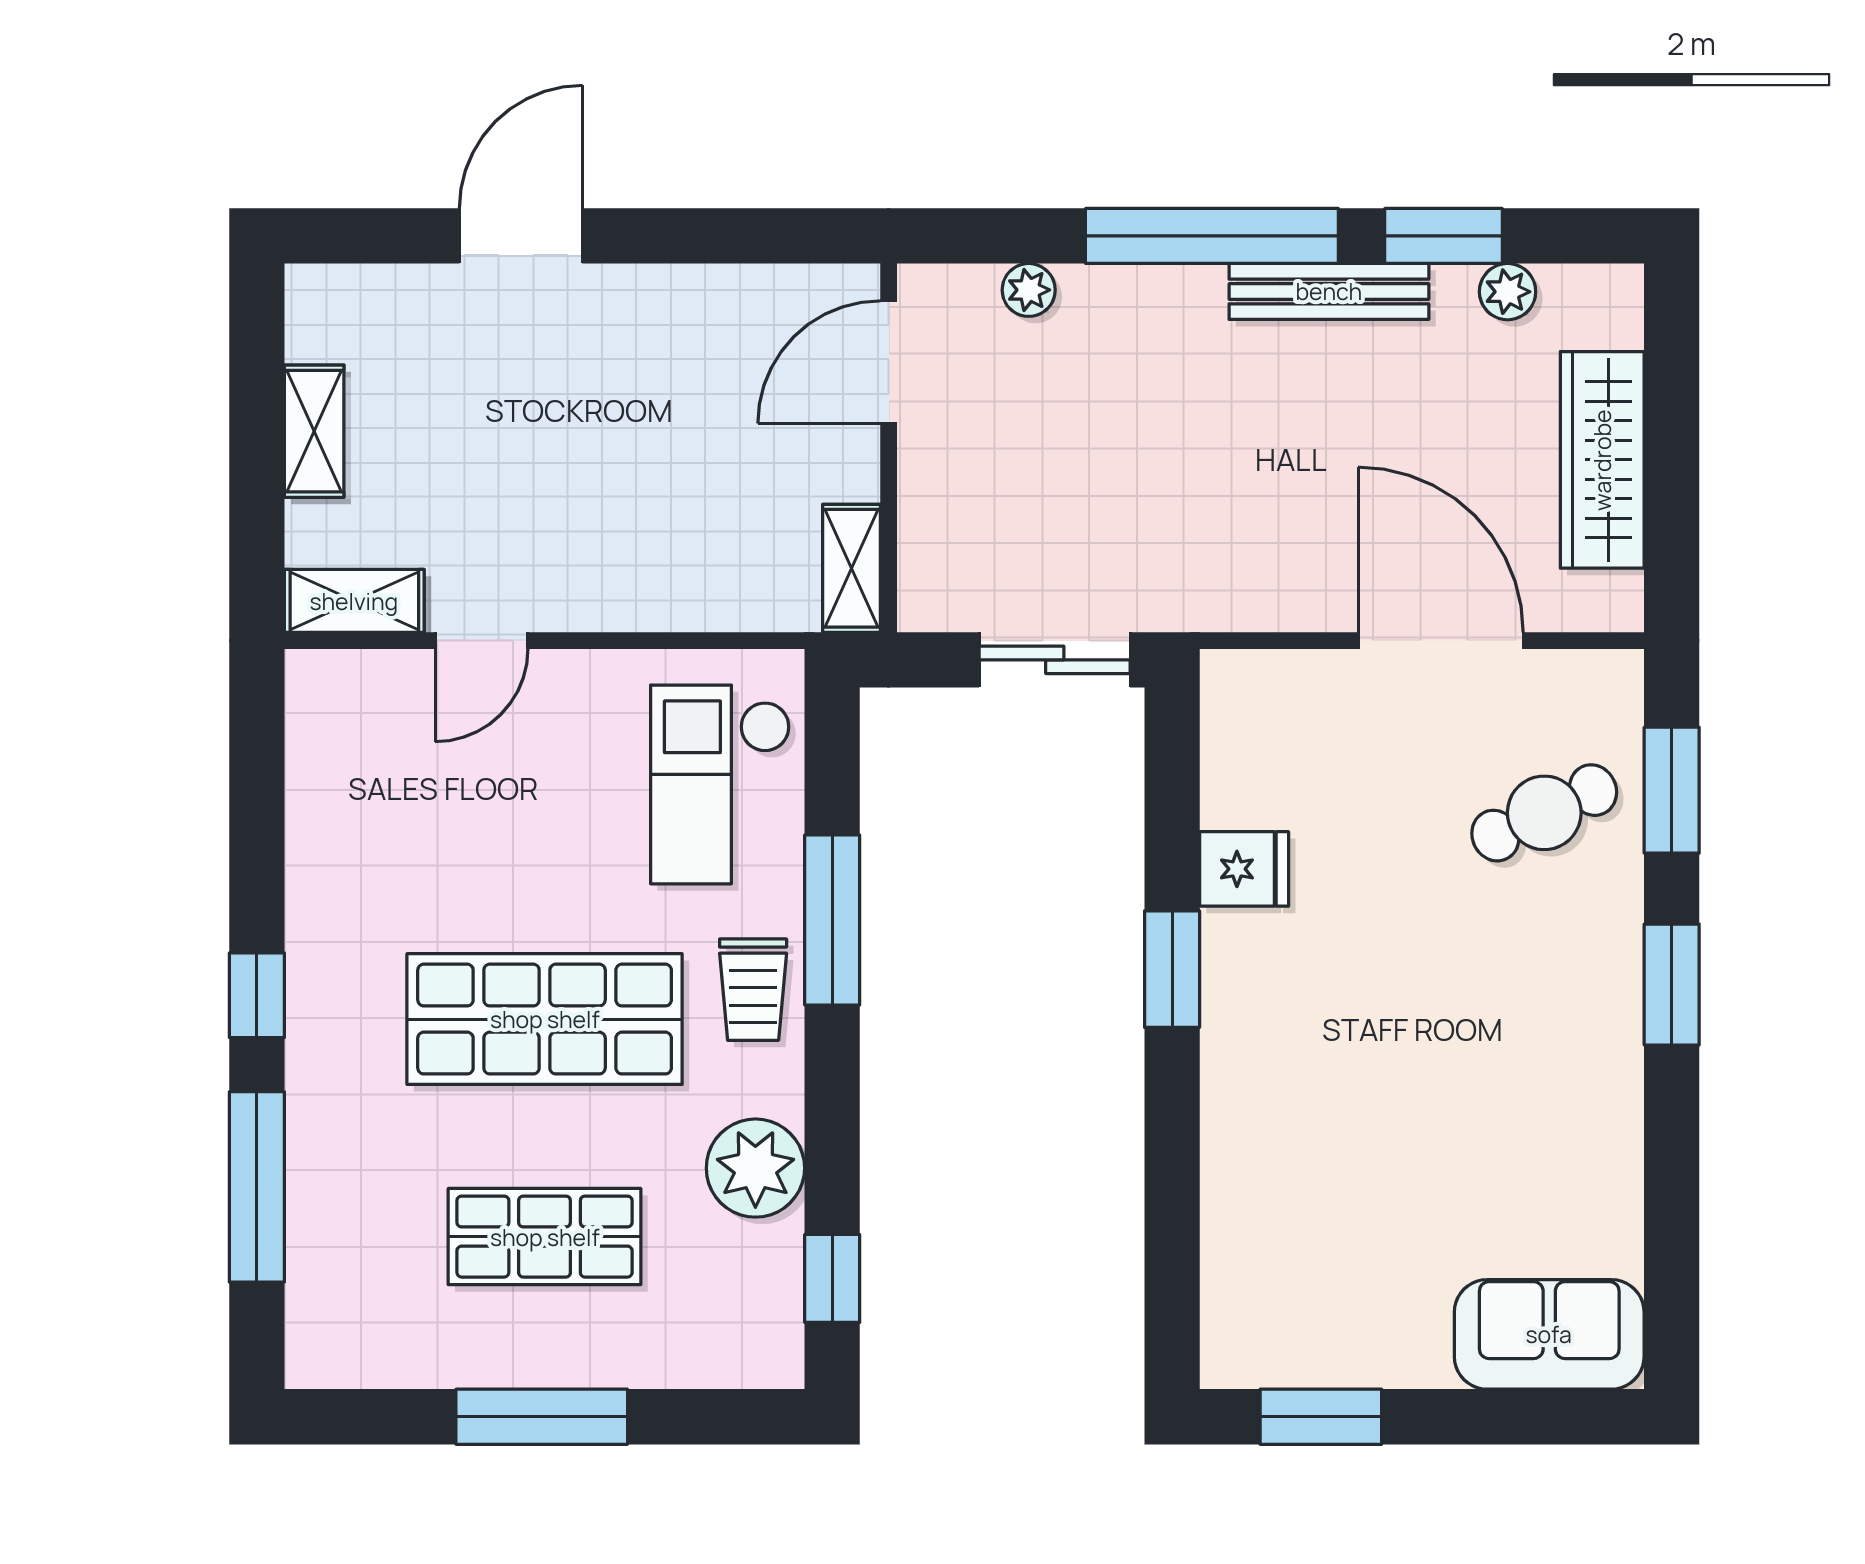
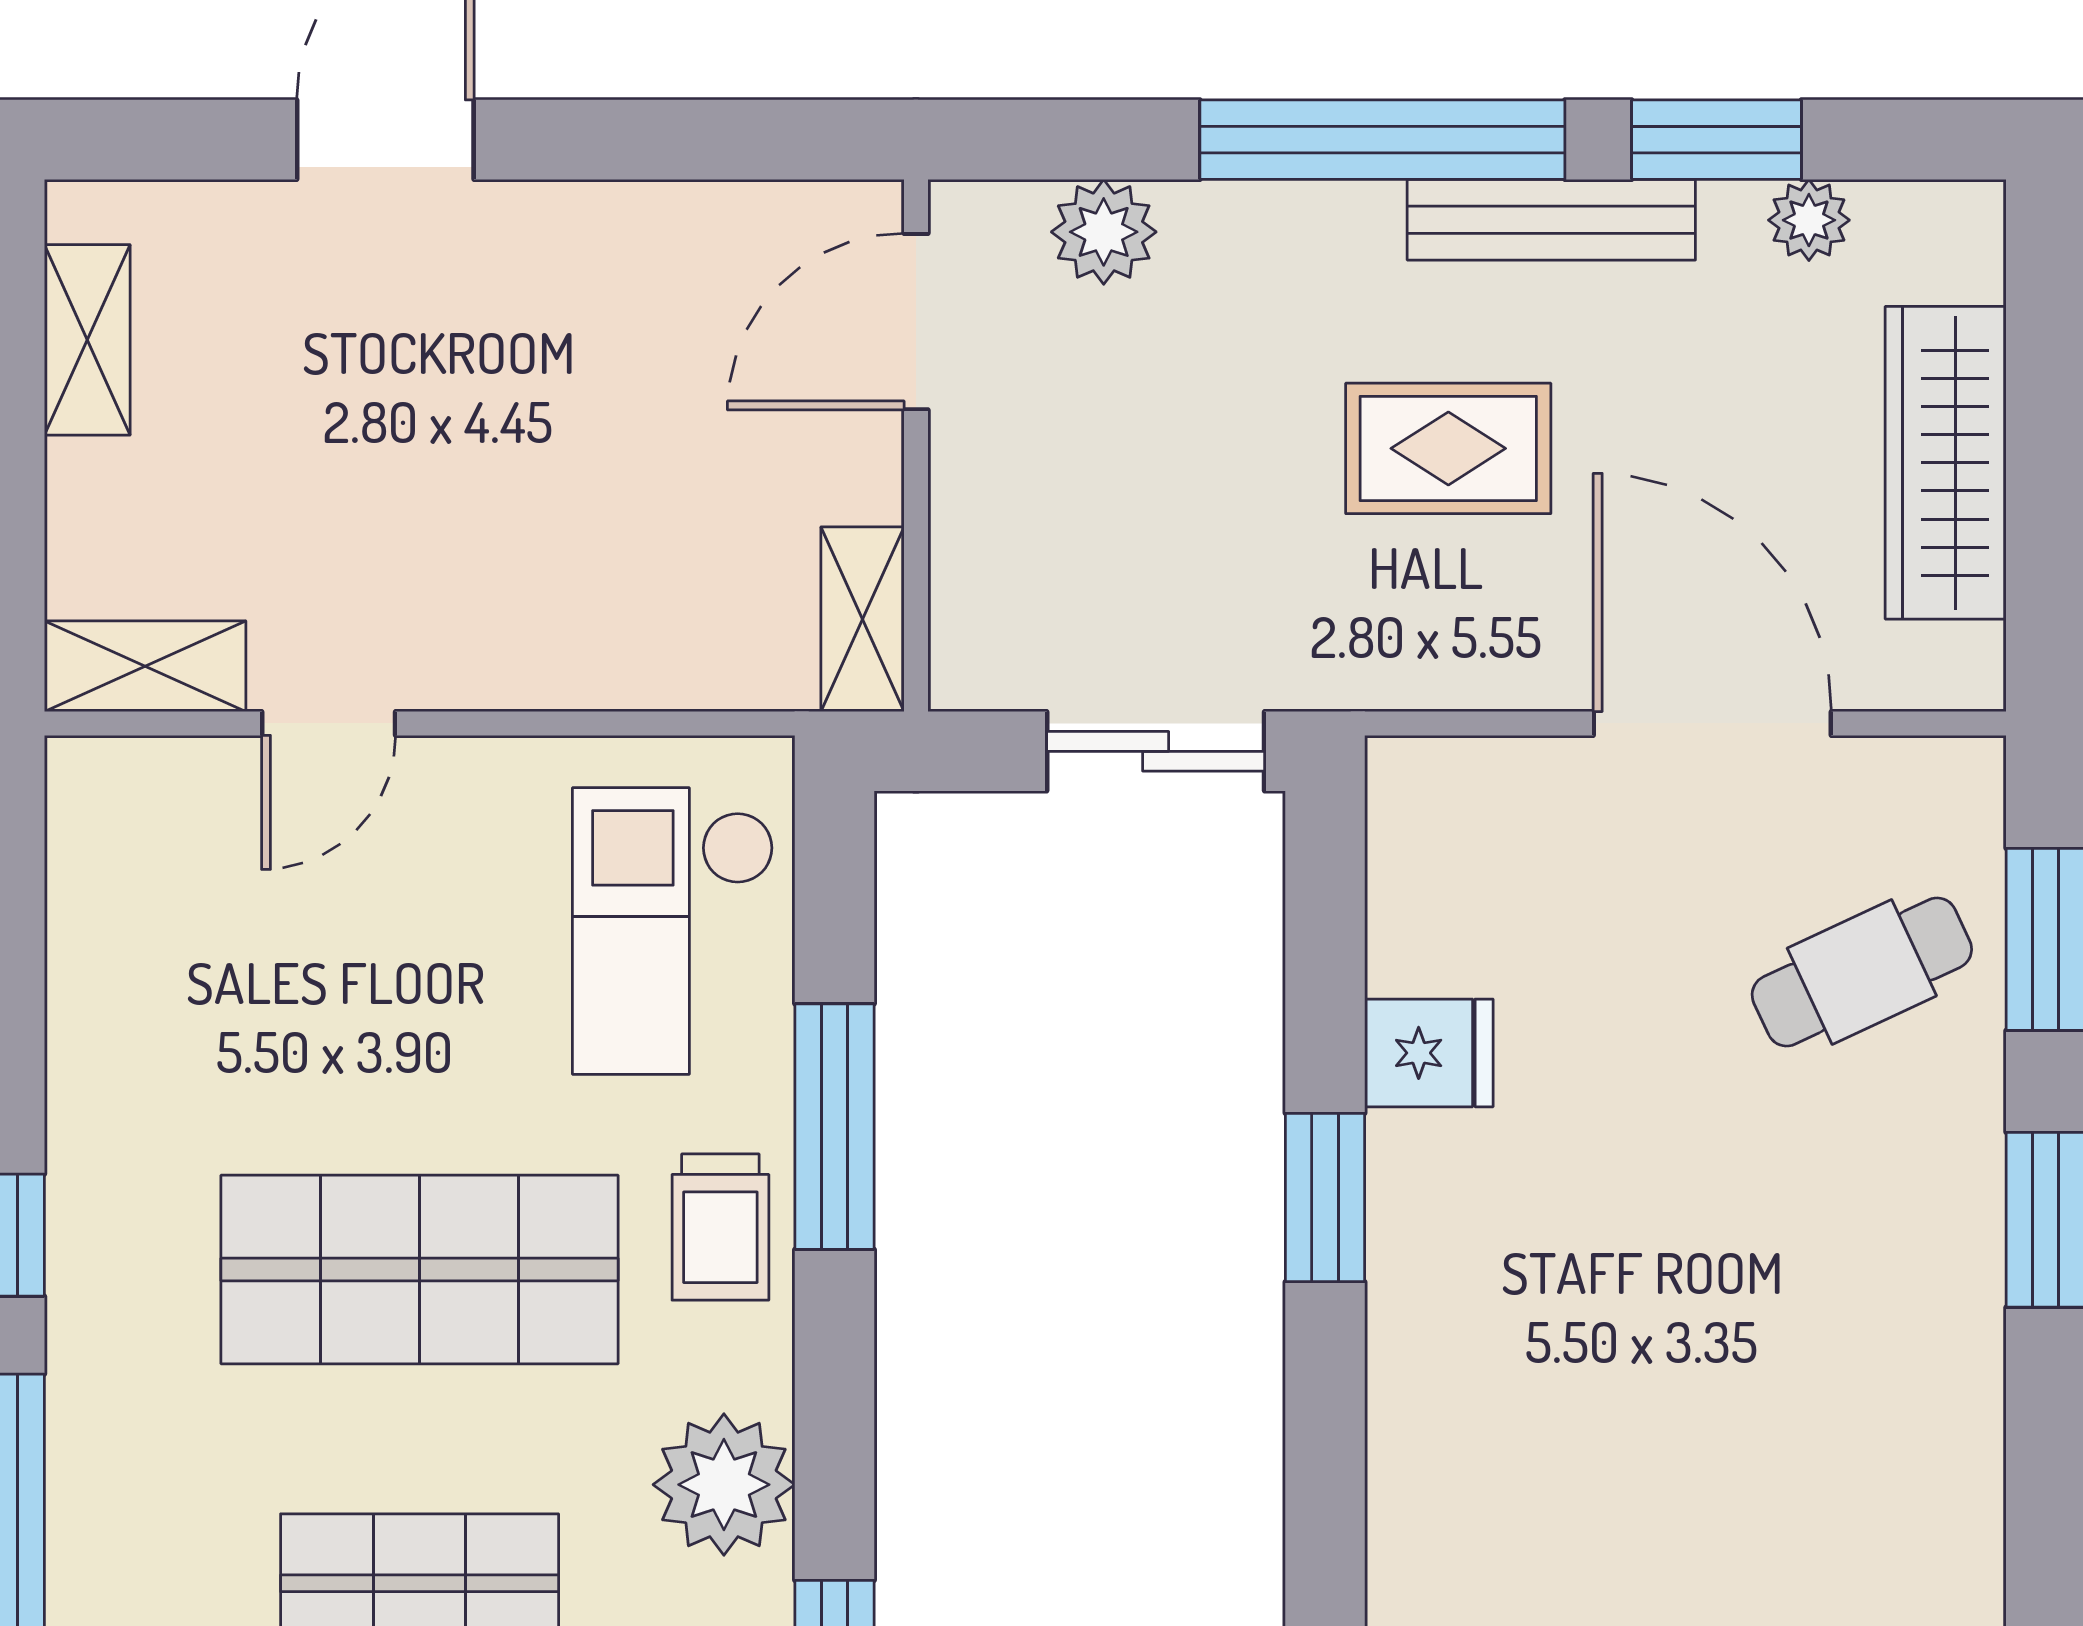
plant: (1029, 290) -> (1104, 232), width x1.38, depth x1.38
shelving: (314, 431) -> (87, 340), moved
rug: (1258, 450) -> (1448, 448), added

